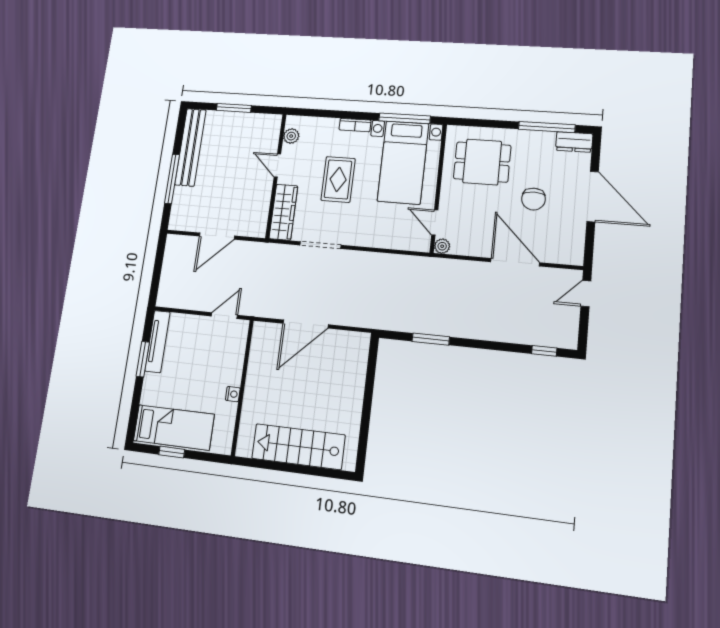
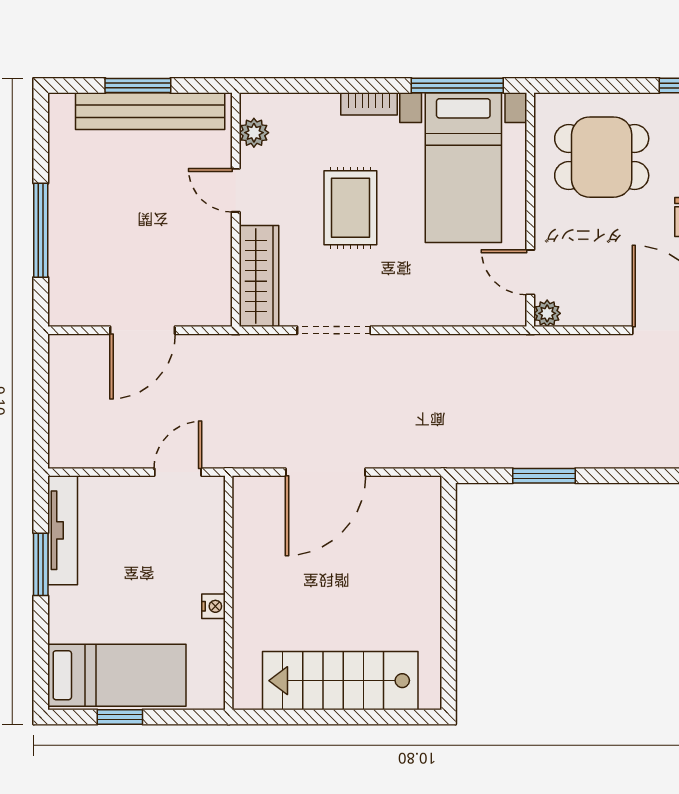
bench: (190, 147) -> (150, 111), moved, turned 90

